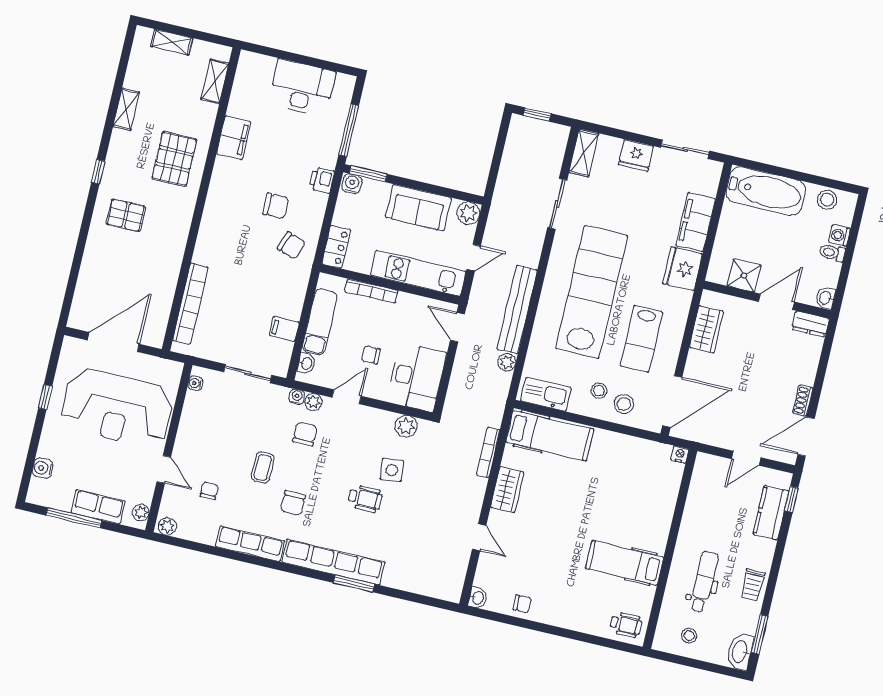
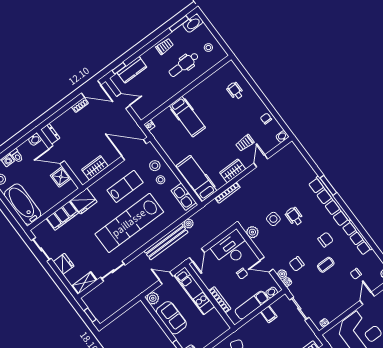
locker: (336, 247) -> (219, 330), removed
trolley: (523, 544) -> (245, 143), added
hospital bed: (625, 563) -> (187, 117), moved
wheelchair: (626, 625) -> (235, 91), moved

